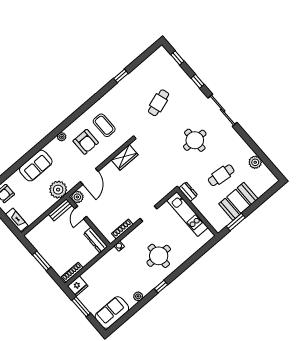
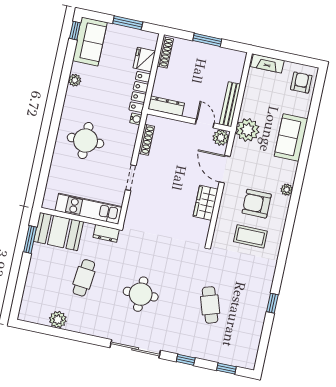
wardrobe: (125, 157) -> (206, 203), moved
booth: (238, 201) -> (59, 232), moved, turned 90
bench: (60, 210) -> (230, 104), width x1.36
locker: (105, 260) -> (140, 92), added
fridge: (78, 286) -> (144, 59), moved
window: (161, 287) -> (75, 31), moved

